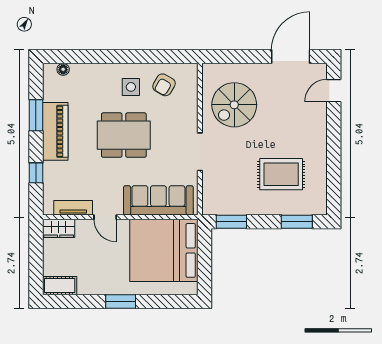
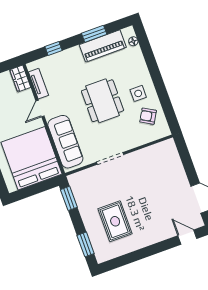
spiral stairs: (234, 105) -> (152, 171), removed
piano: (55, 131) -> (103, 46), moved

